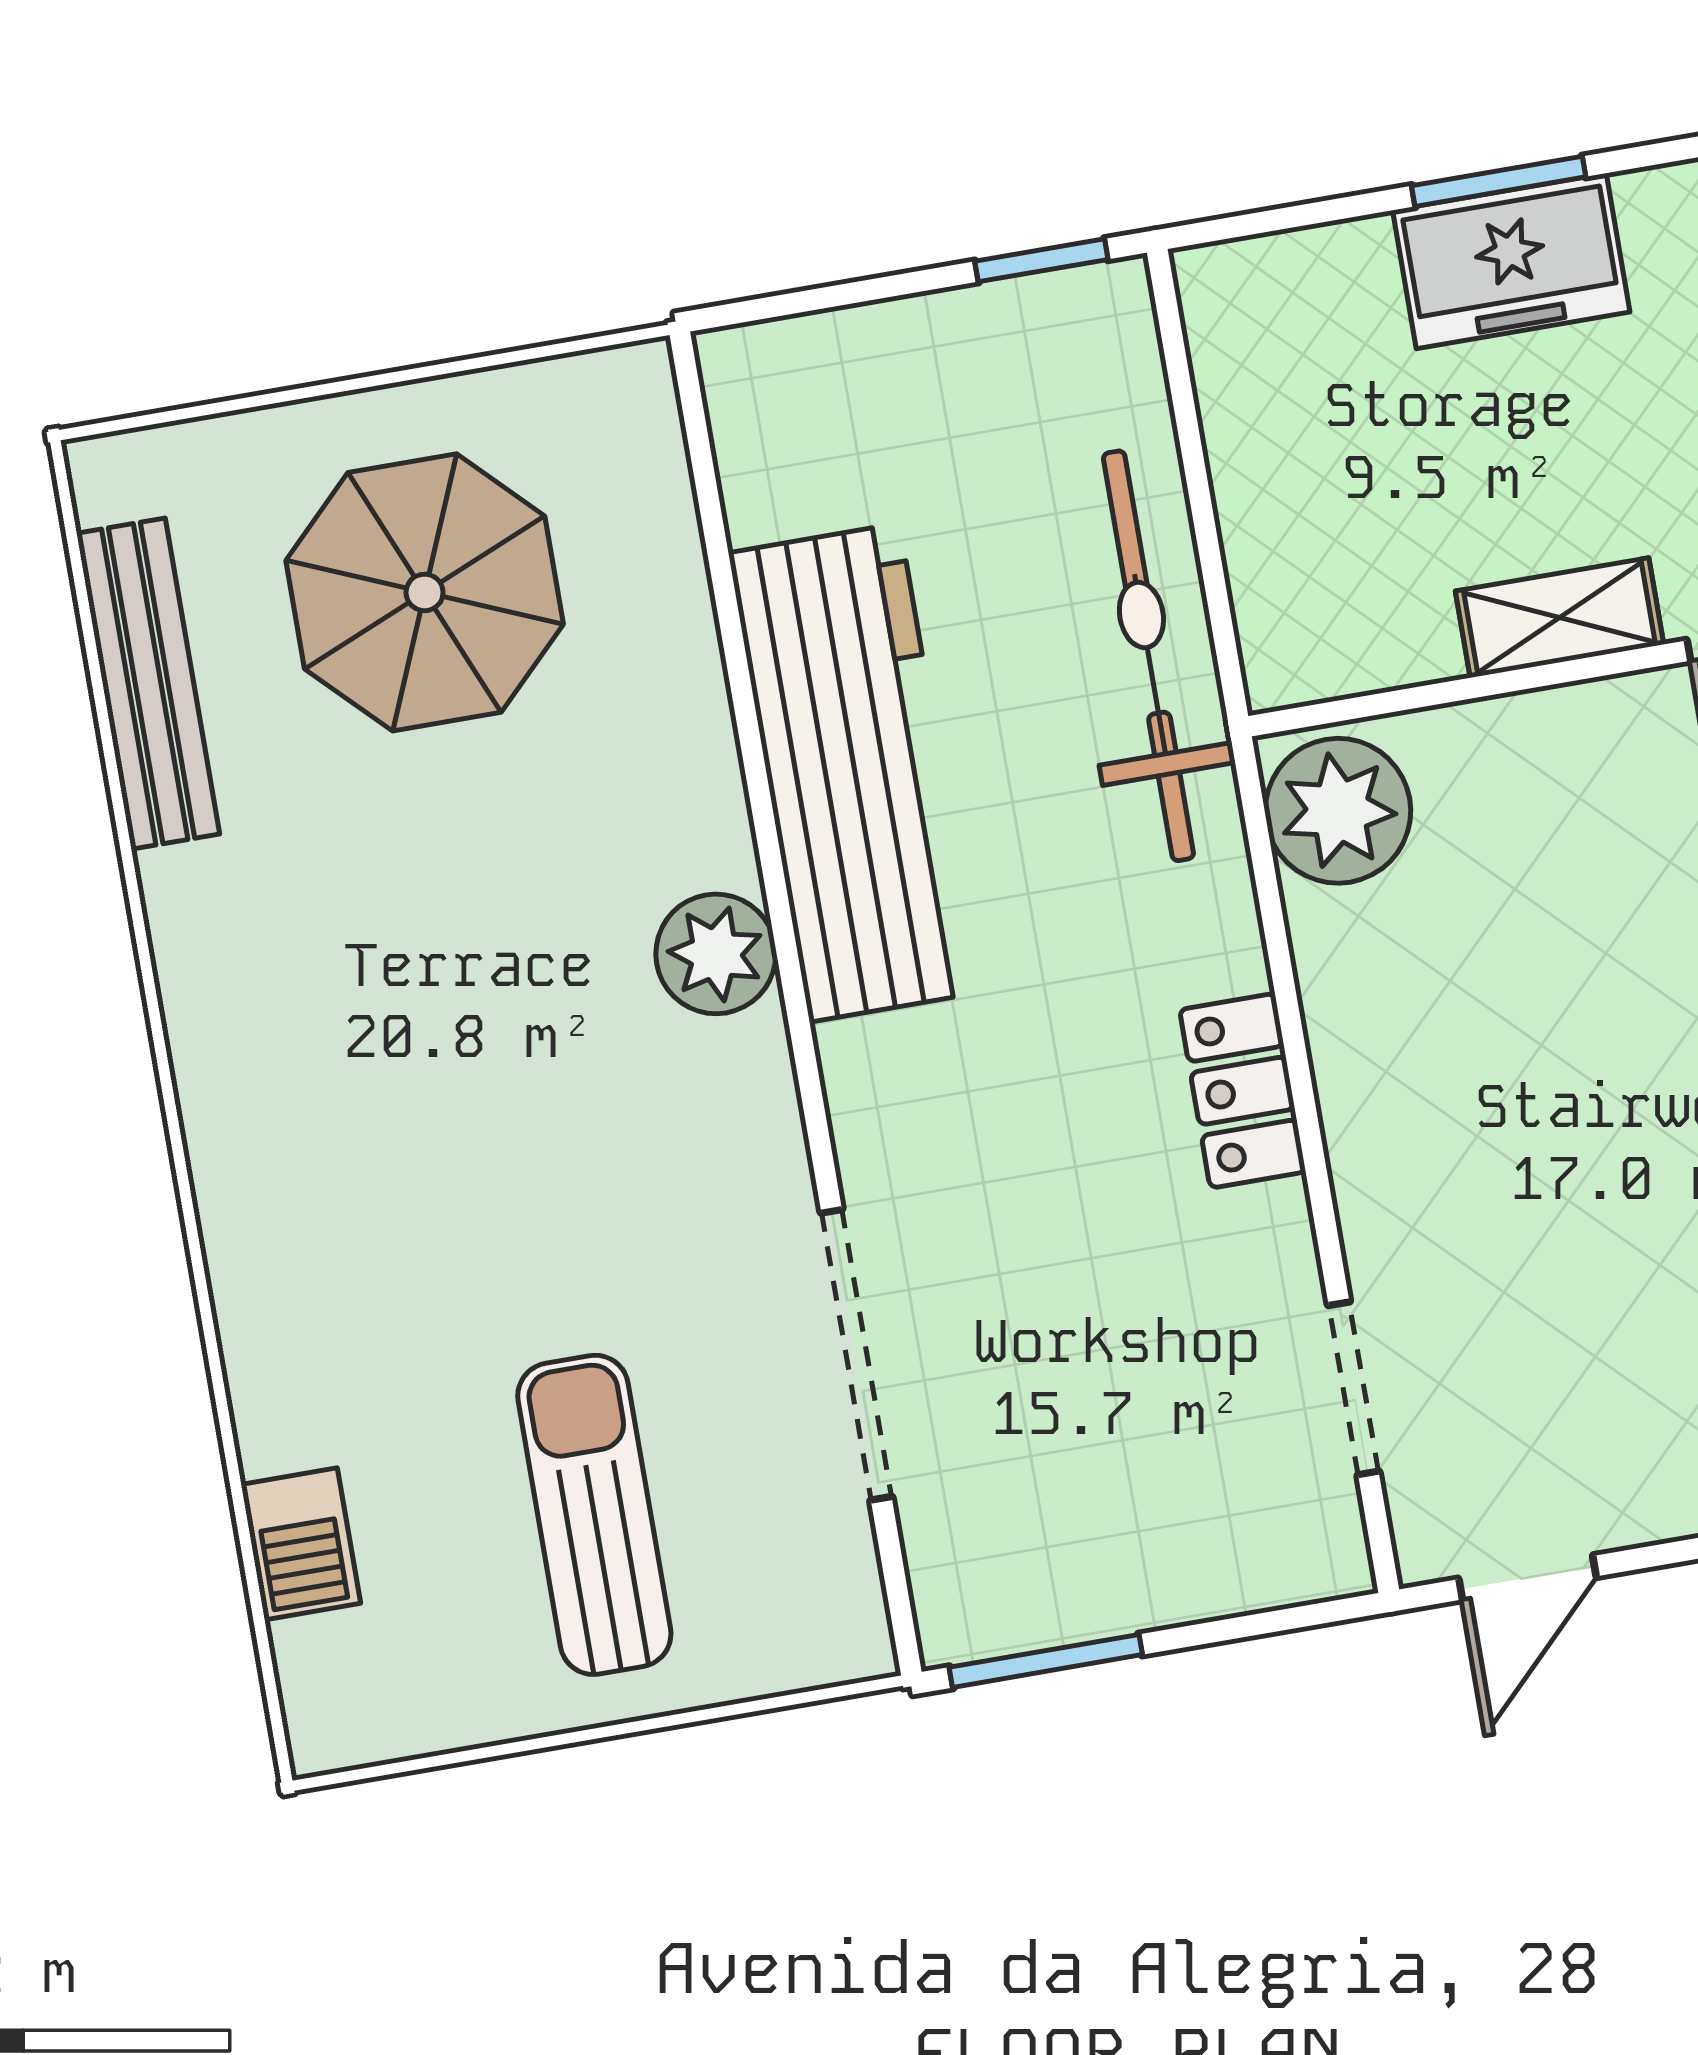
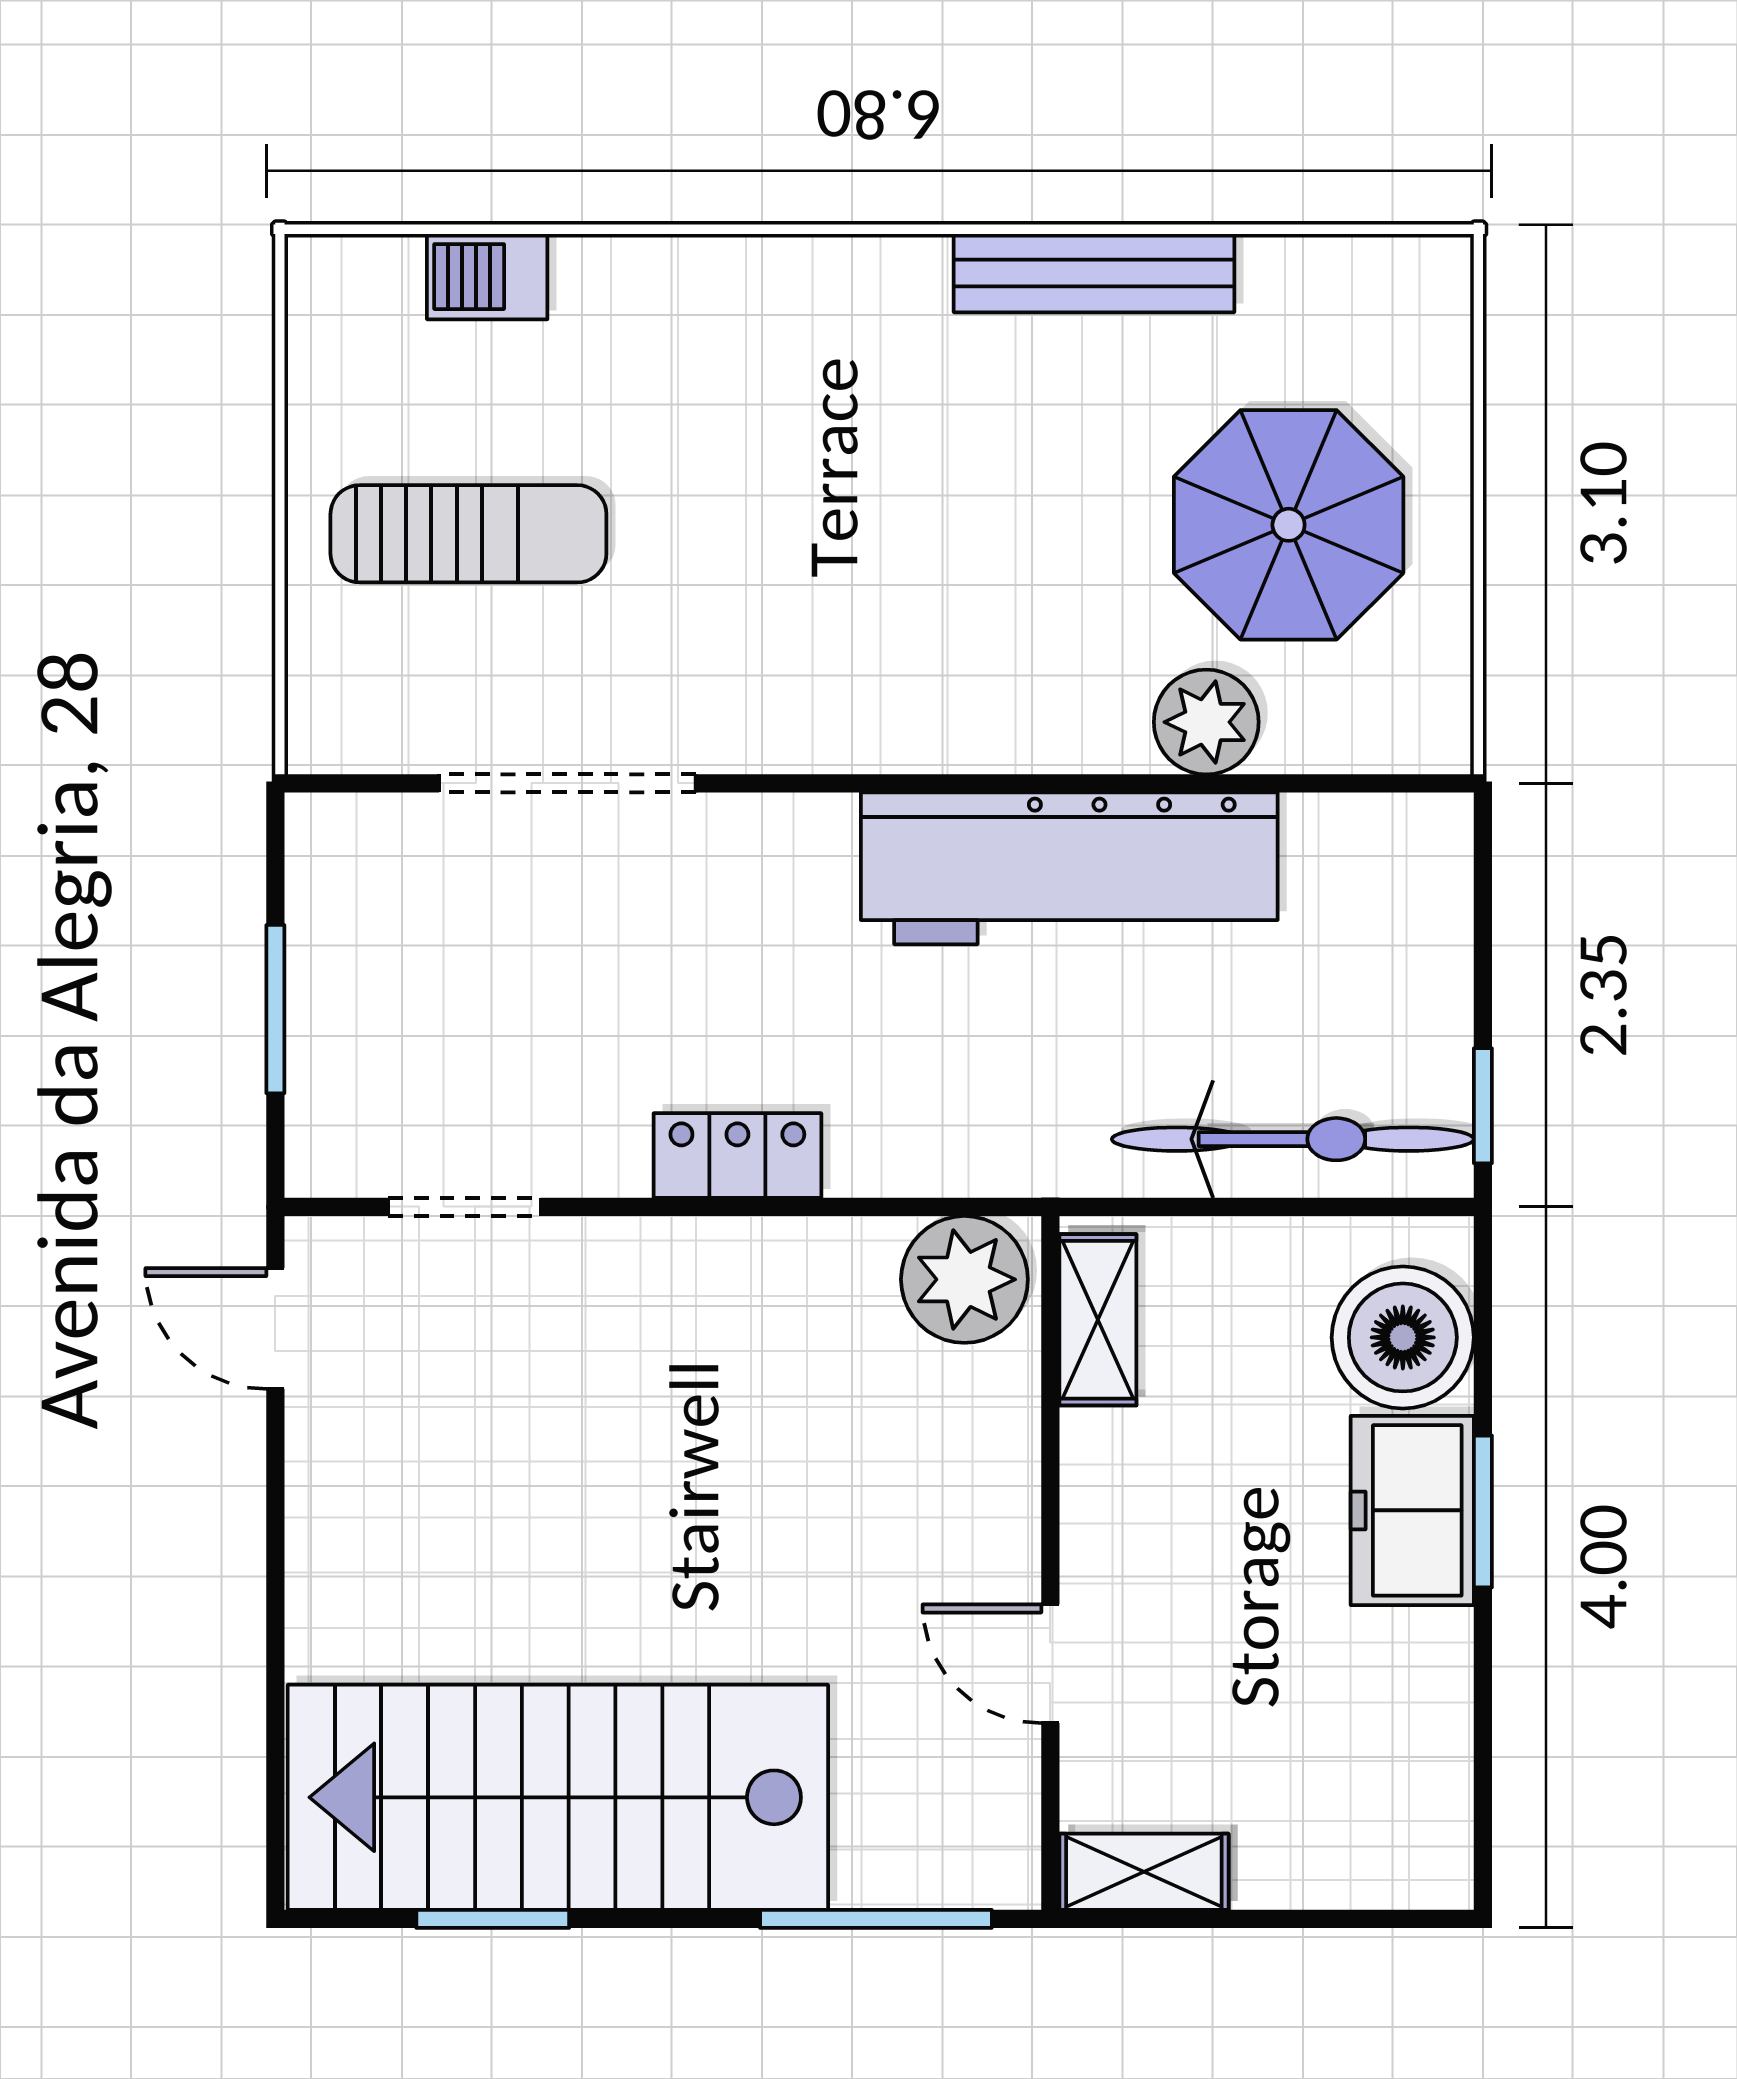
boiler: (1318, 305) -> (1403, 1337), added
shelving: (1560, 618) -> (1098, 1320), moved
bicycle: (1148, 656) -> (1293, 1139), moved
bench: (148, 684) -> (1094, 273), moved
plant: (716, 954) -> (1206, 722), moved
window: (1046, 1661) -> (275, 1009), moved

